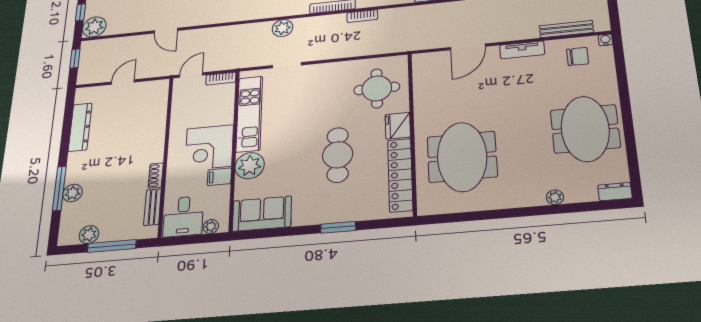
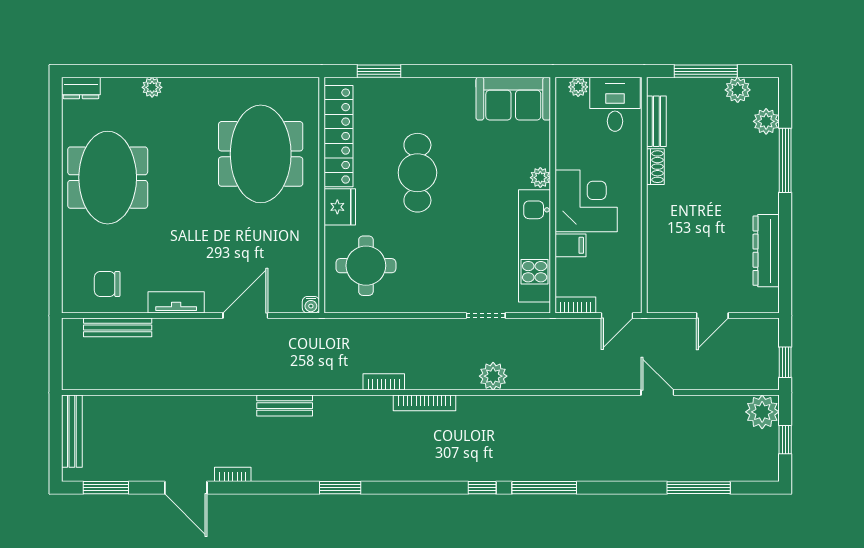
water cooler: (605, 40) -> (311, 305), moved
plant: (250, 166) -> (540, 178), width x0.53, depth x0.53
filing cabinet: (219, 177) -> (570, 245), moved
plant: (73, 193) -> (766, 121), moved
window: (338, 227) -> (379, 71), moved

